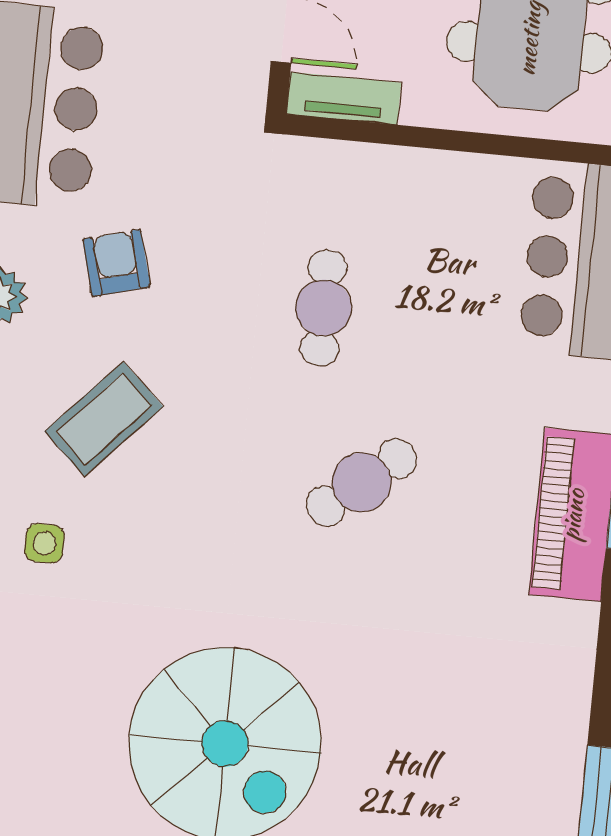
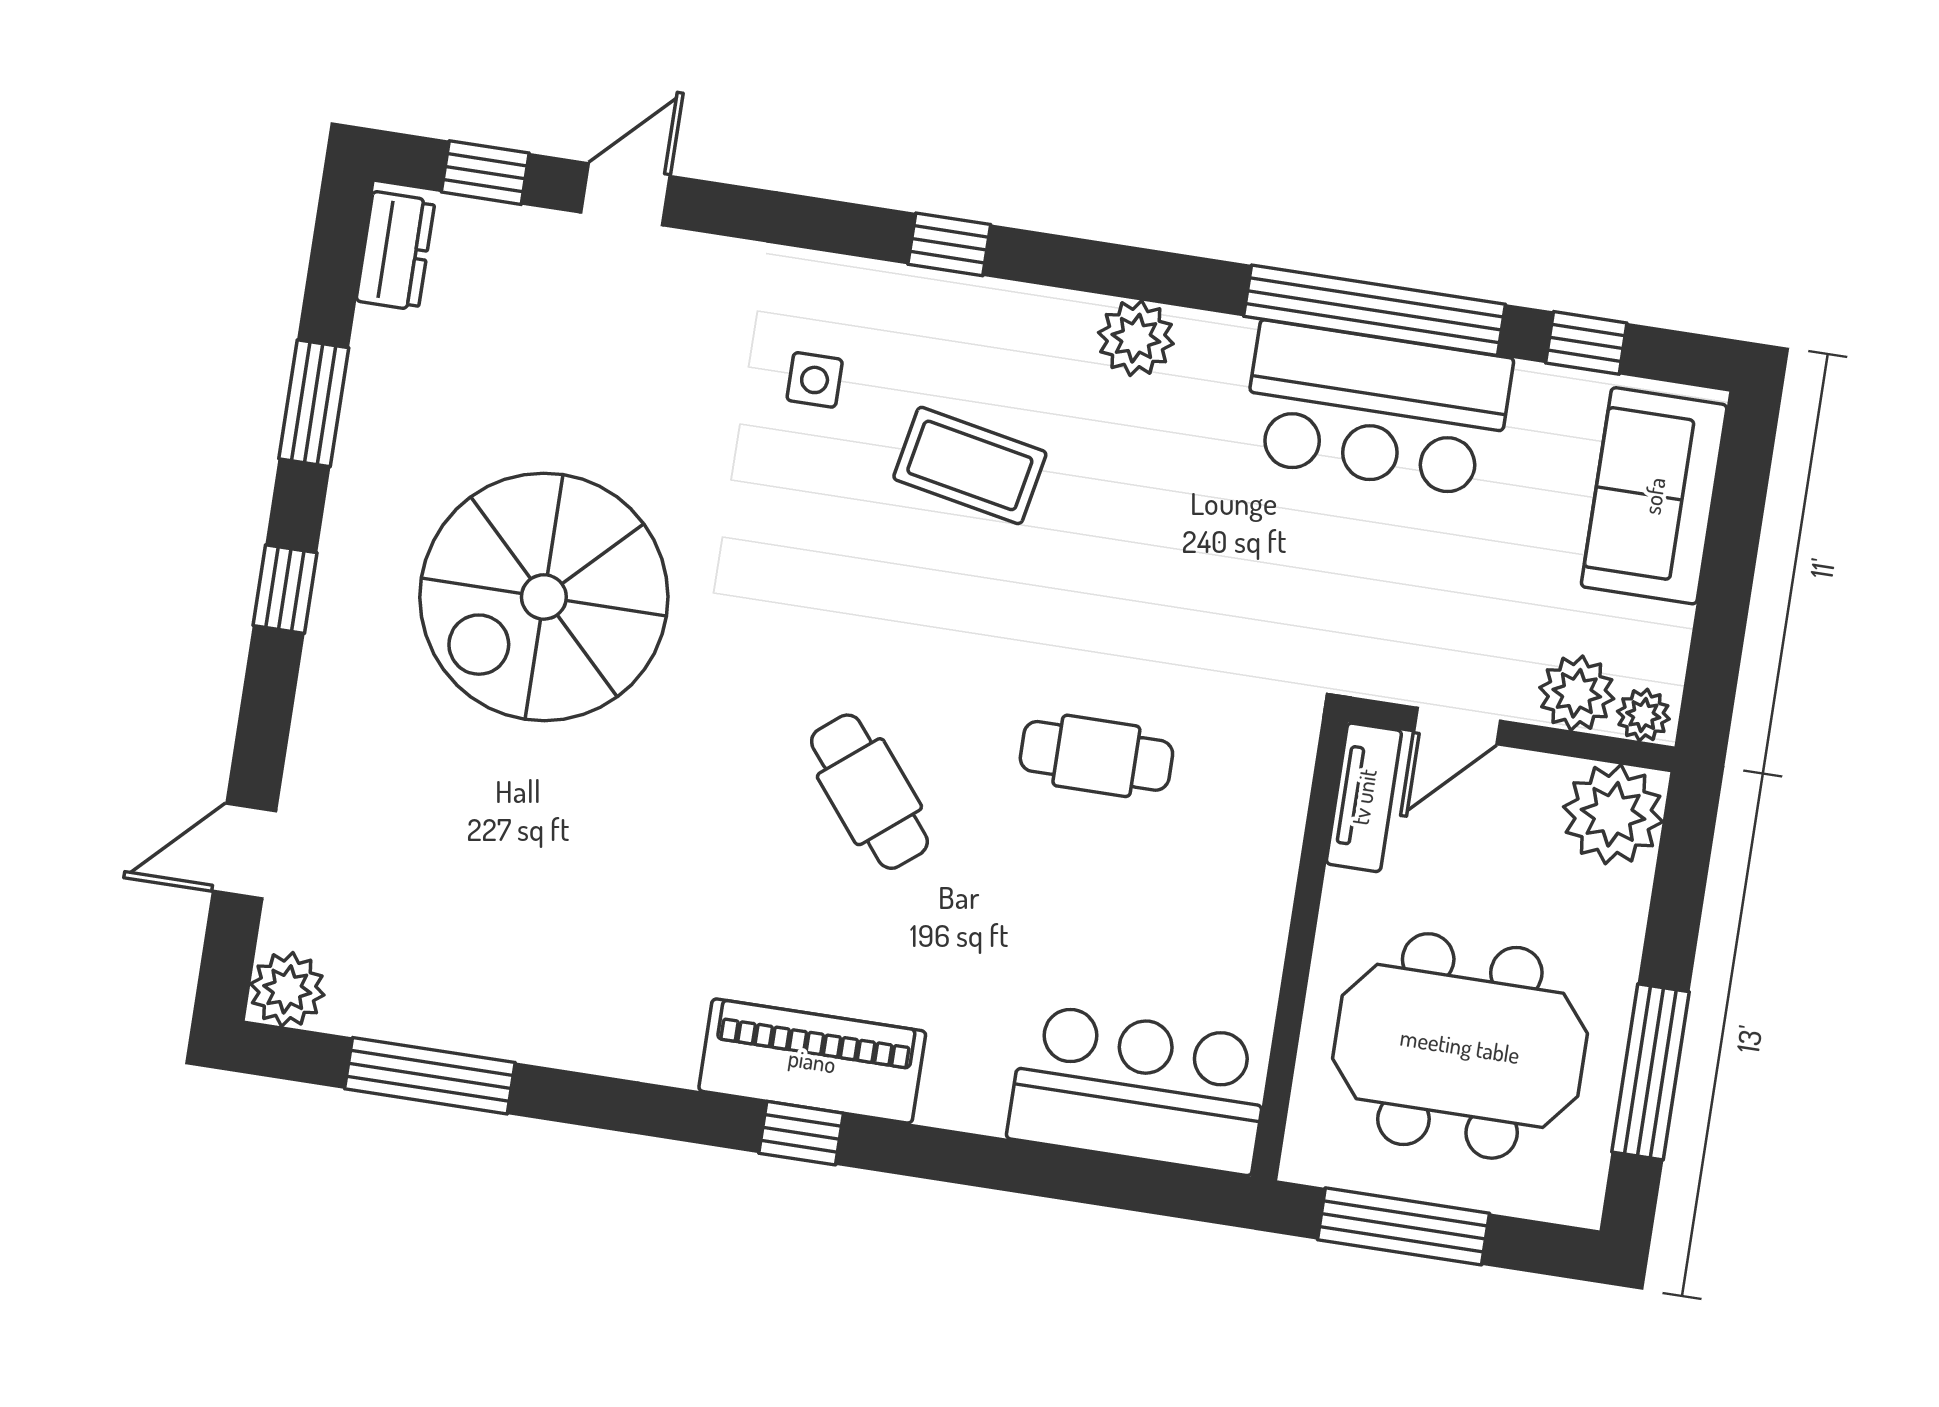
armchair: (116, 263) -> (1169, 493), removed
coffee table: (104, 419) -> (970, 465), turned -32

